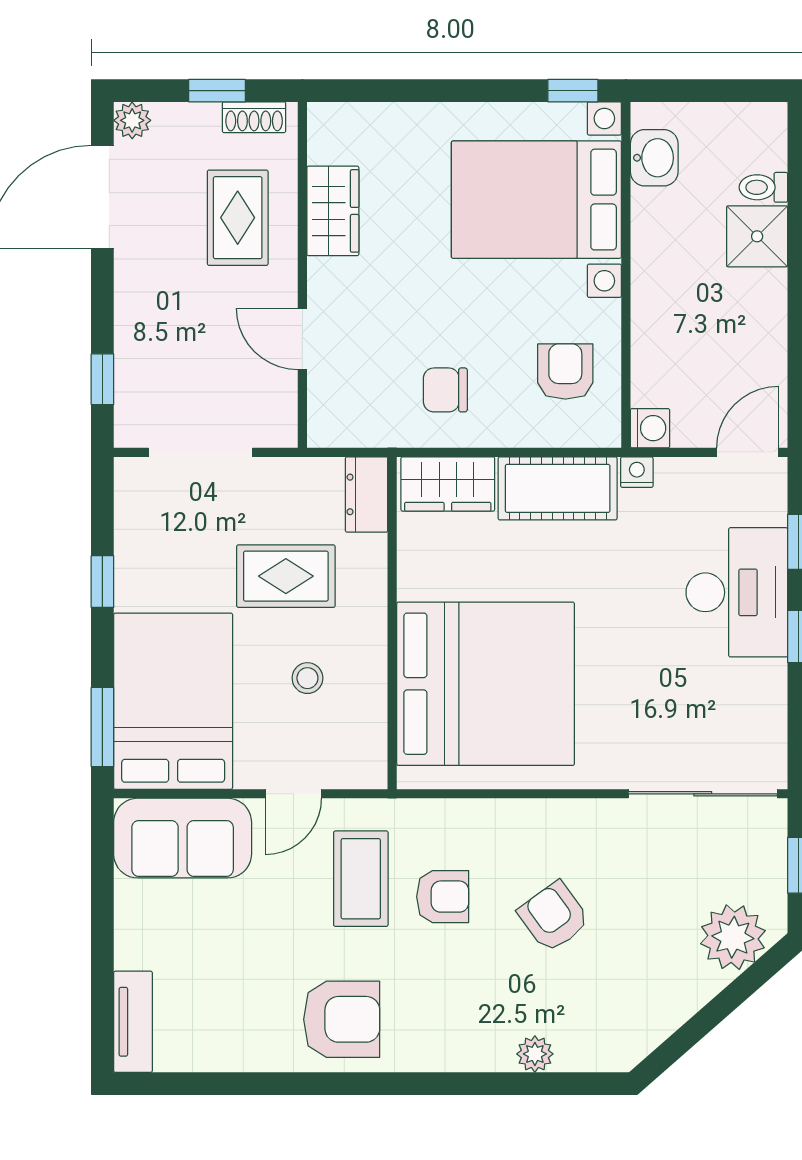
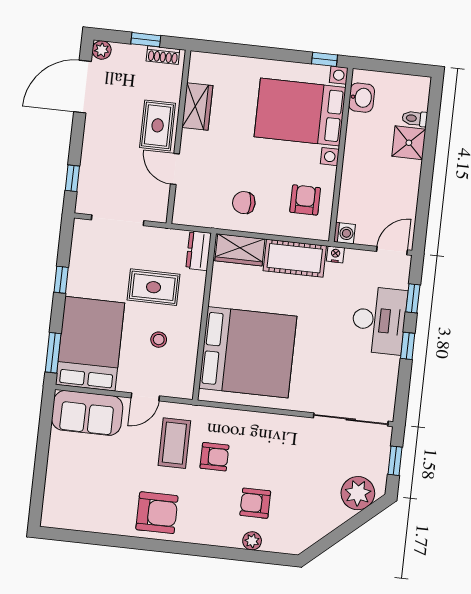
rug: (238, 218) -> (158, 125), moved
armchair: (554, 917) -> (255, 503), moved, turned -54
tv unit: (133, 1022) -> (52, 502), removed

